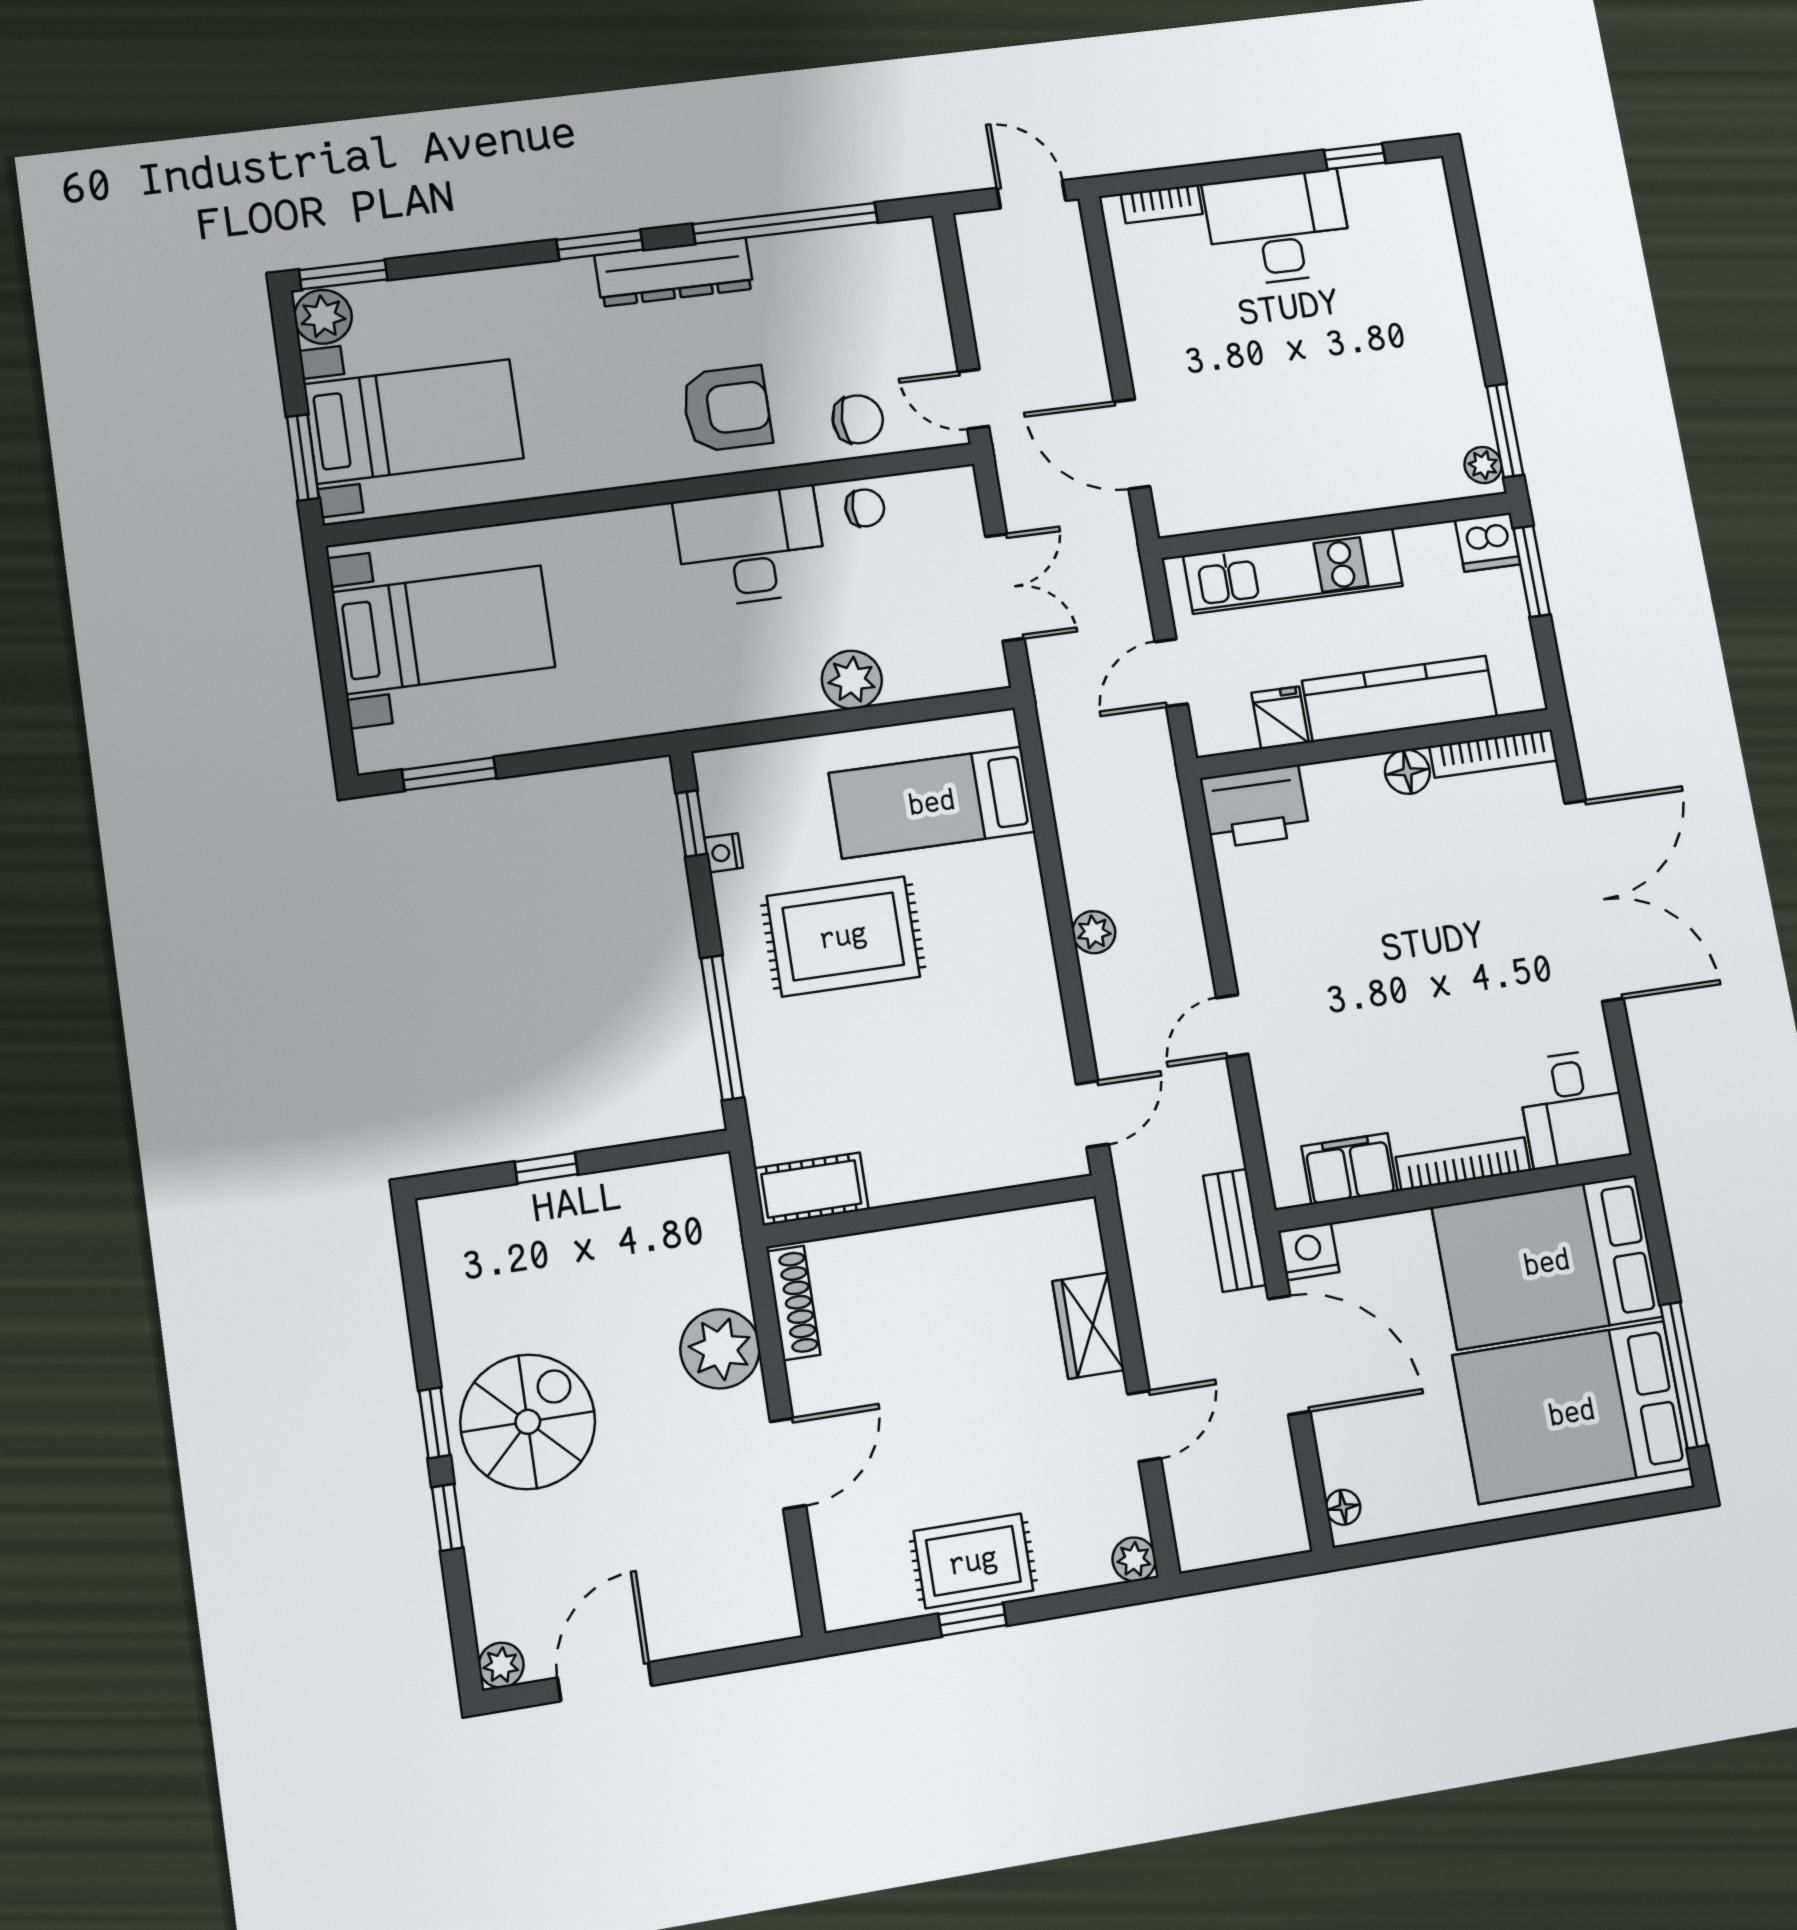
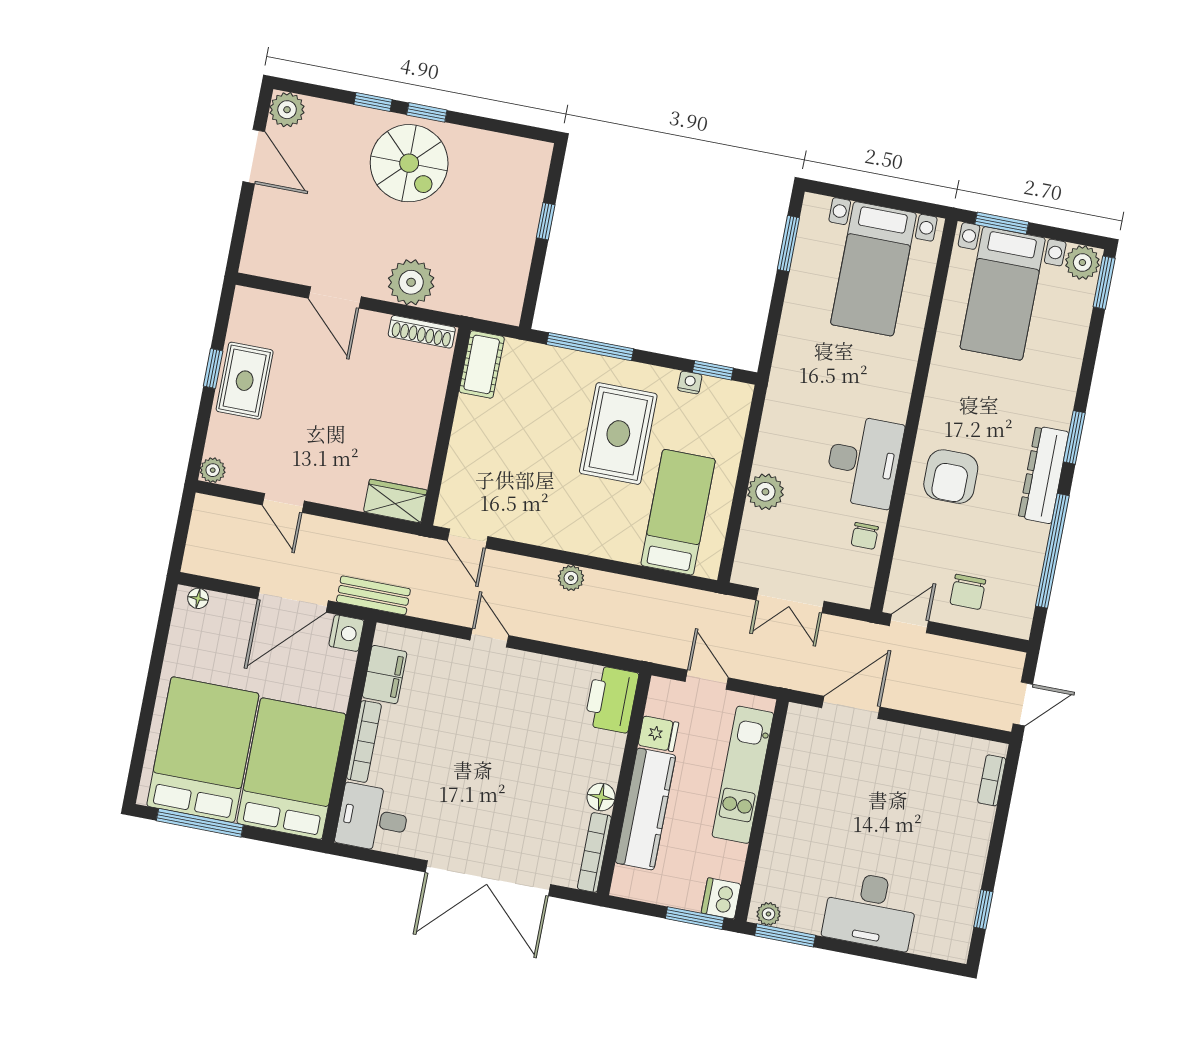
desk: (1278, 228) -> (870, 910), moved, turned 90
chair: (858, 419) -> (968, 592), moved
wardrobe: (1088, 1326) -> (395, 501), moved
plant: (501, 1665) -> (287, 110), width x1.38, depth x1.38

